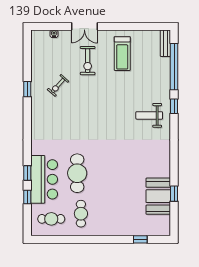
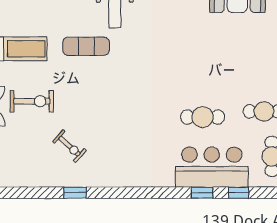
exercise mat: (124, 96) -> (86, 46), added
cafe table: (77, 173) -> (203, 117), width x0.73, depth x0.74

